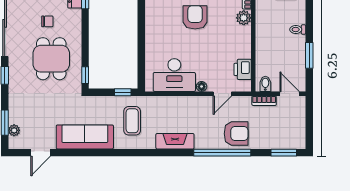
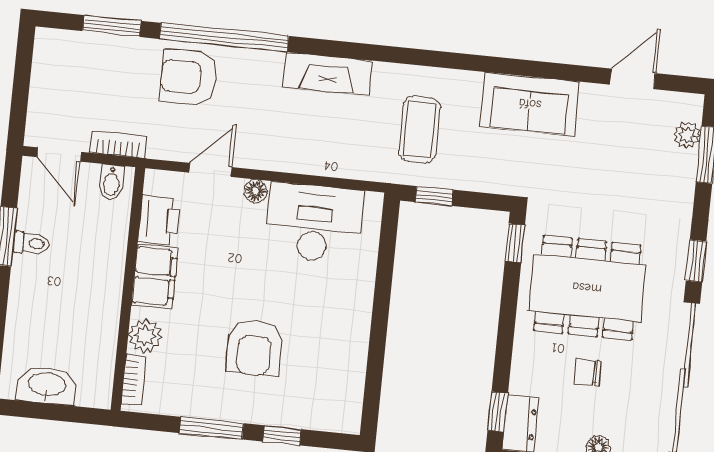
toilet: (298, 29) -> (31, 243), moved
filing cabinet: (242, 44) -> (155, 276), added
dining table: (51, 59) -> (587, 288), width x1.38
sofa: (85, 137) -> (530, 104), width x0.73
window: (284, 153) -> (112, 26), moved

